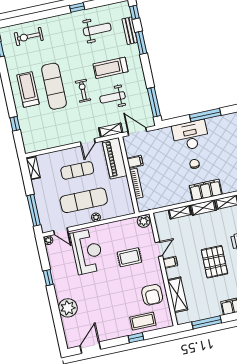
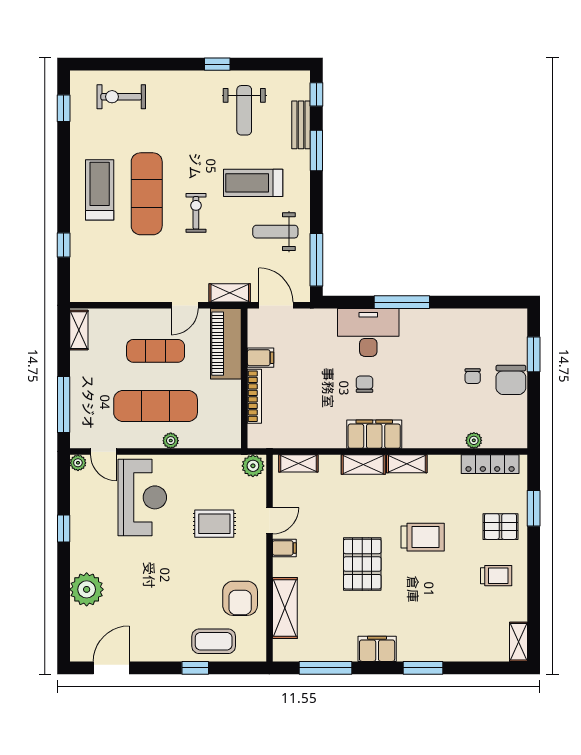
weight bench: (97, 29) -> (244, 110), turned 90
weight bench: (112, 97) -> (275, 232), moved
shelving: (180, 212) -> (298, 463), moved

